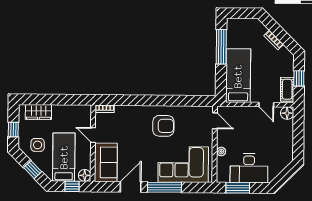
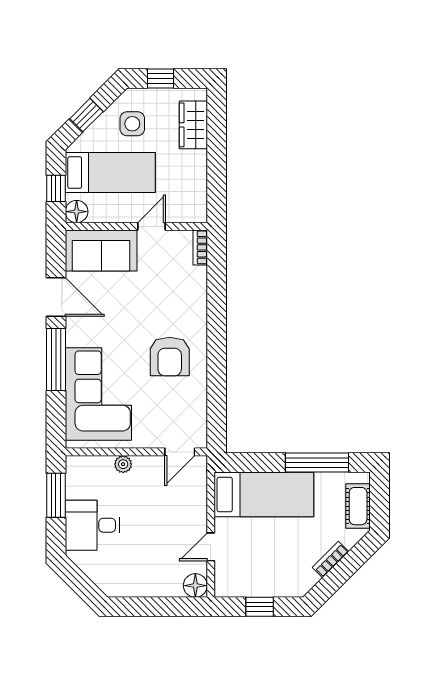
cot: (287, 89) -> (358, 506), moved, turned 90
desk: (249, 168) -> (92, 525), width x0.73

